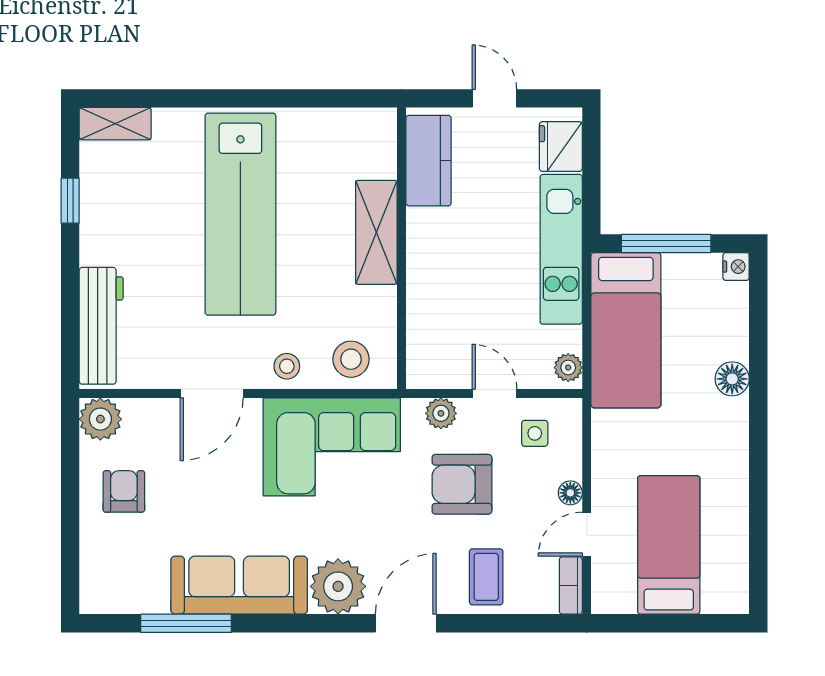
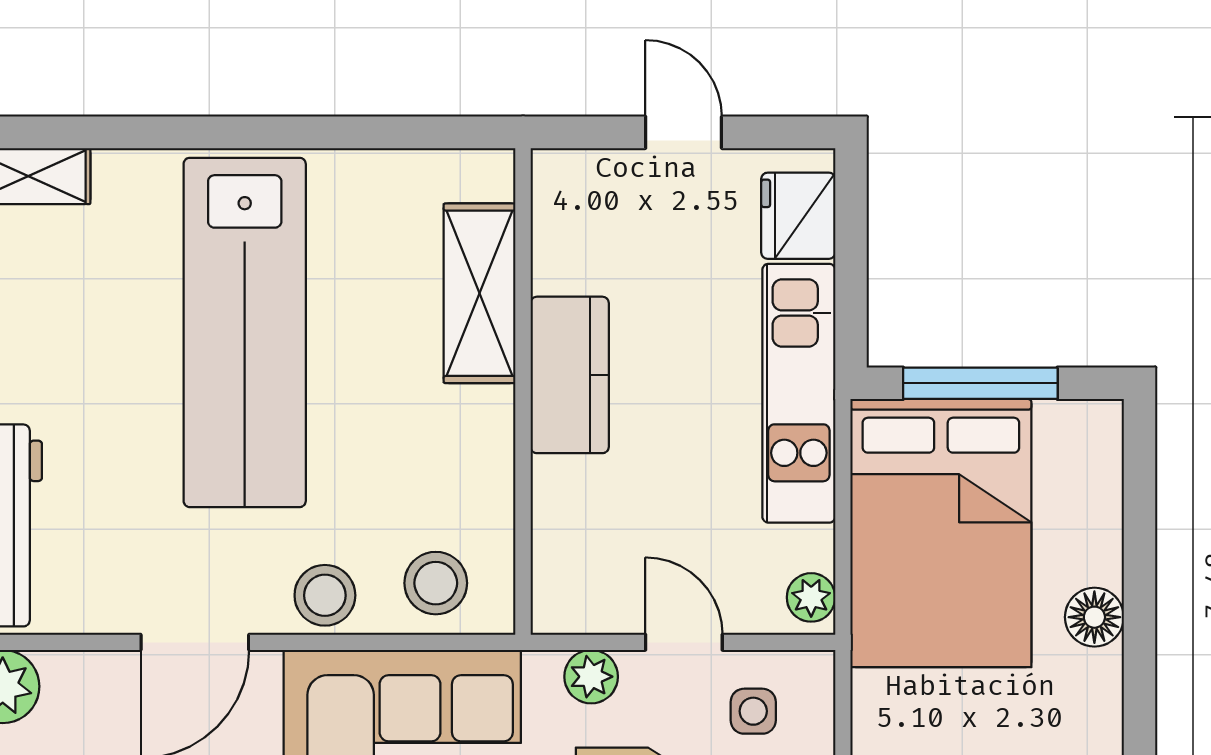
kitchen counter: (428, 161) -> (570, 375), moved
shelving: (376, 232) -> (480, 293), moved
nightstand: (736, 267) -> (1101, 423), removed
bed: (626, 330) -> (941, 533), width x1.50
stool: (287, 366) -> (325, 595), width x1.37, depth x1.37

